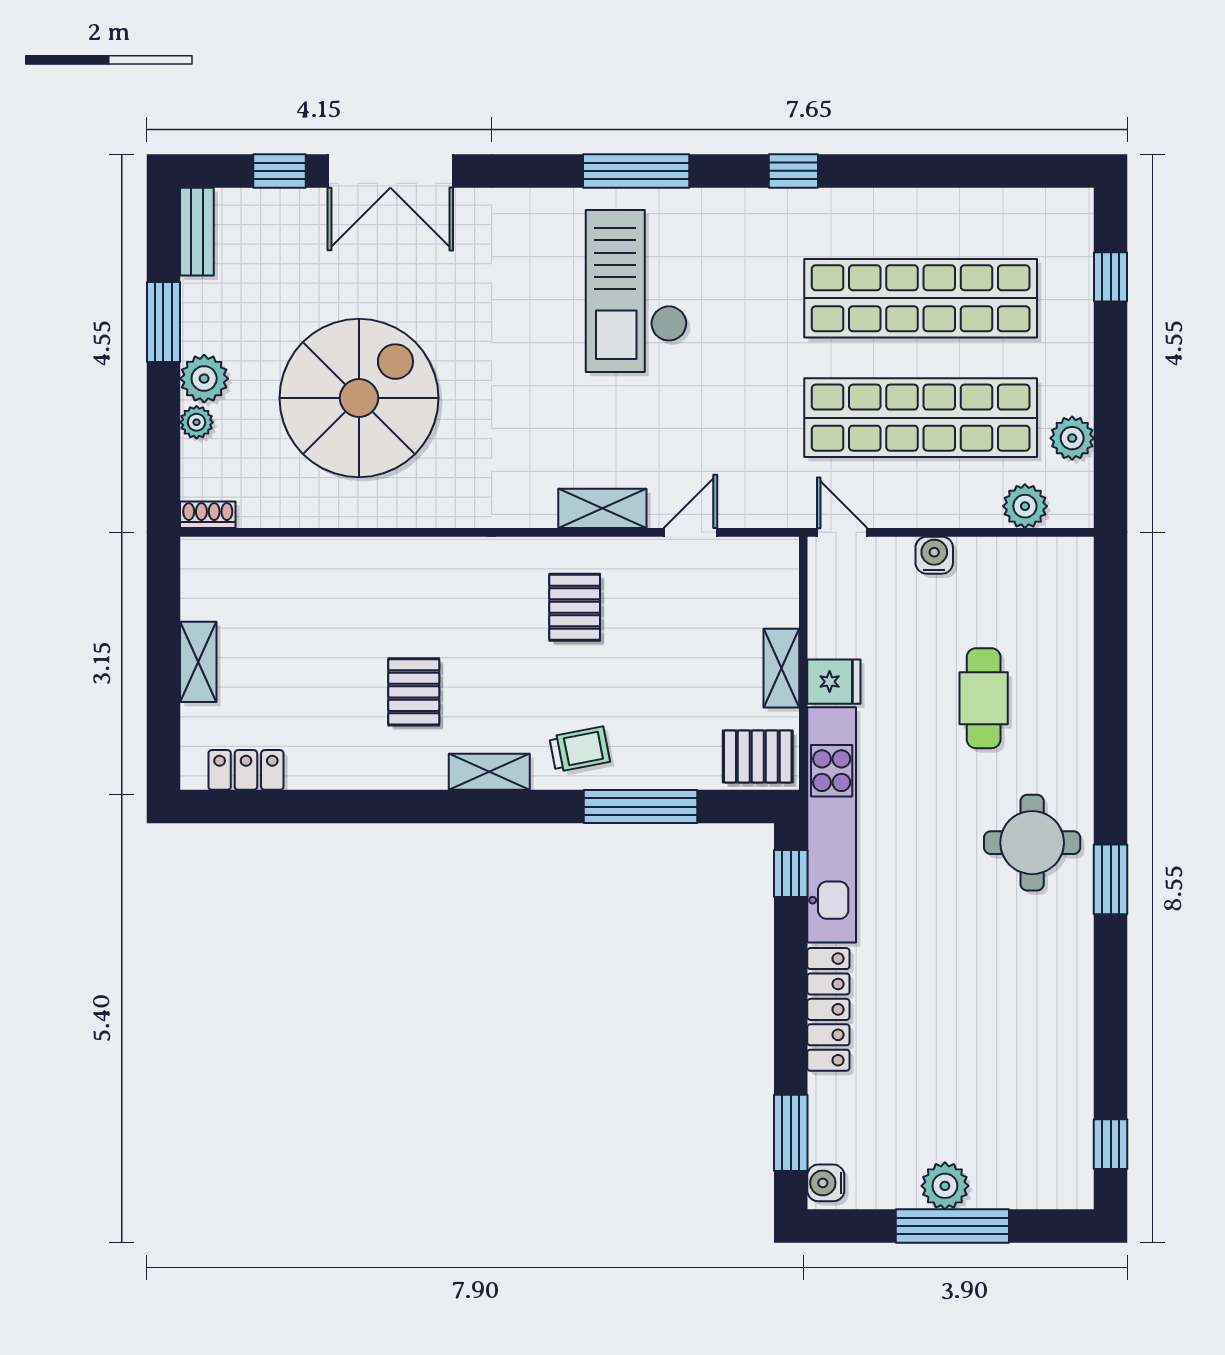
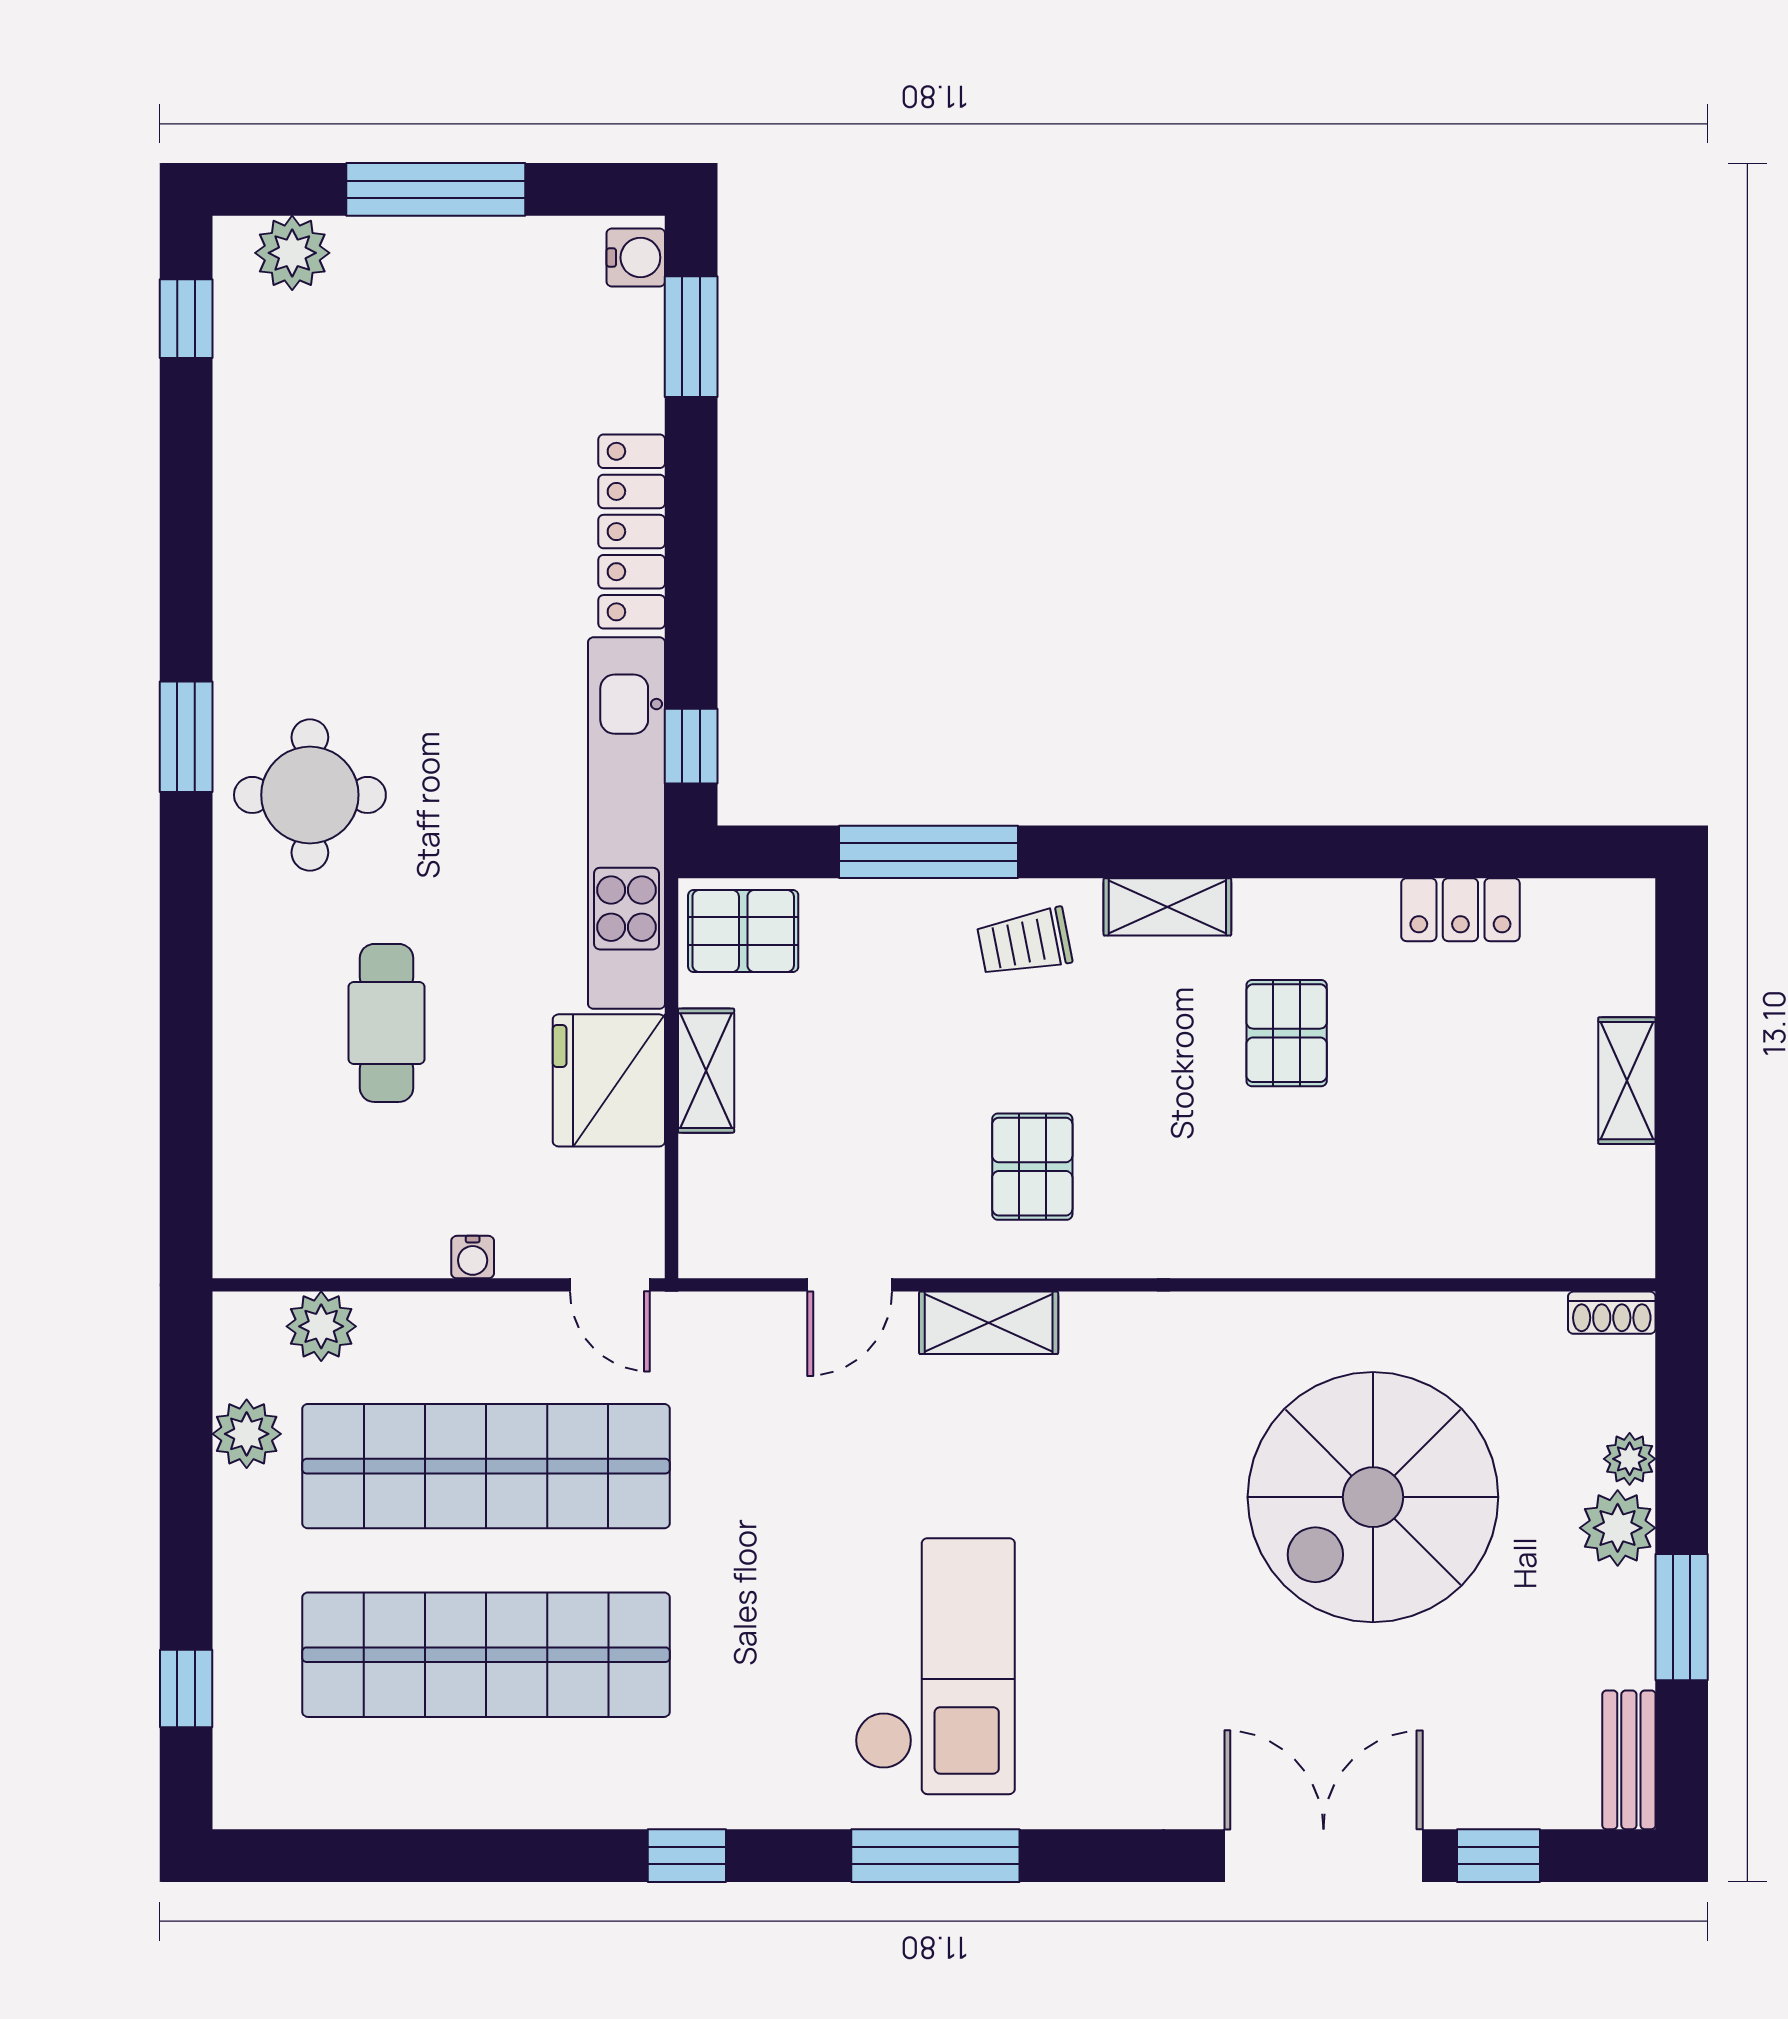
water cooler: (934, 555) -> (473, 1257), width x0.72, depth x0.72
fridge: (834, 682) -> (609, 1080), width x1.88, depth x1.34
locker: (246, 770) -> (1460, 910), moved
plant: (945, 1186) -> (292, 253), moved

